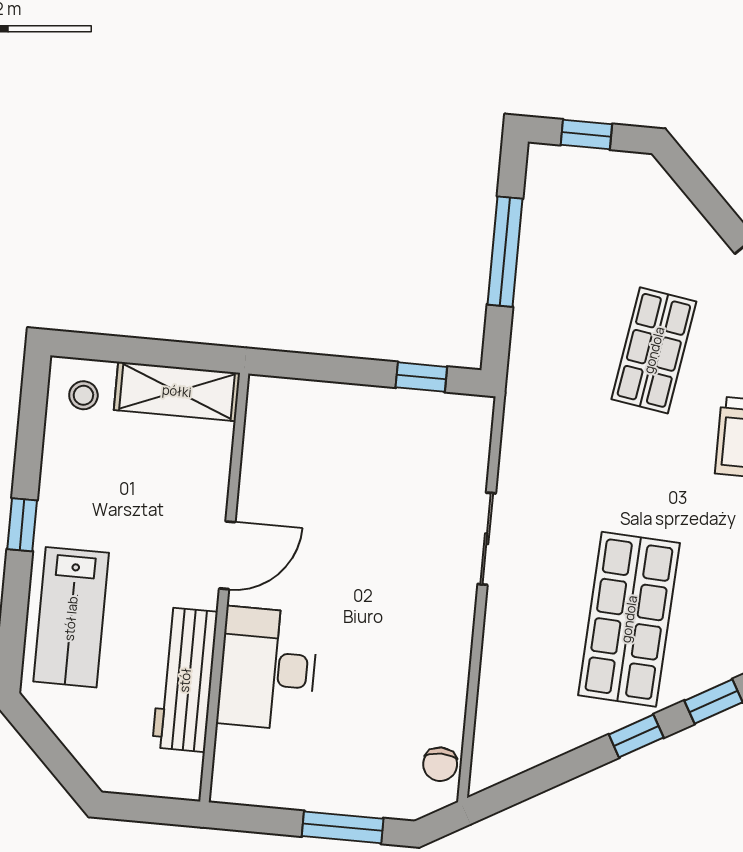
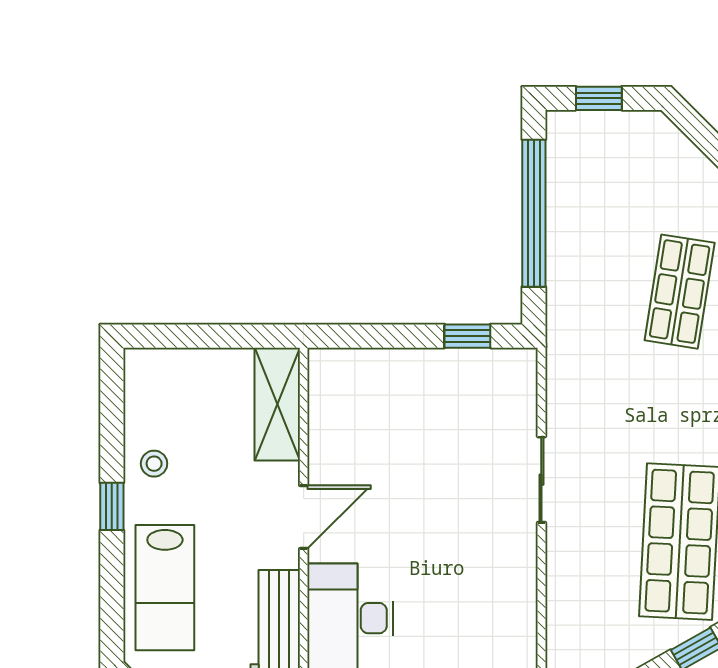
window: (505, 252) -> (534, 213), width x1.46
shelving: (177, 391) -> (277, 404), moved, turned 90
stool: (83, 395) -> (154, 464), moved

